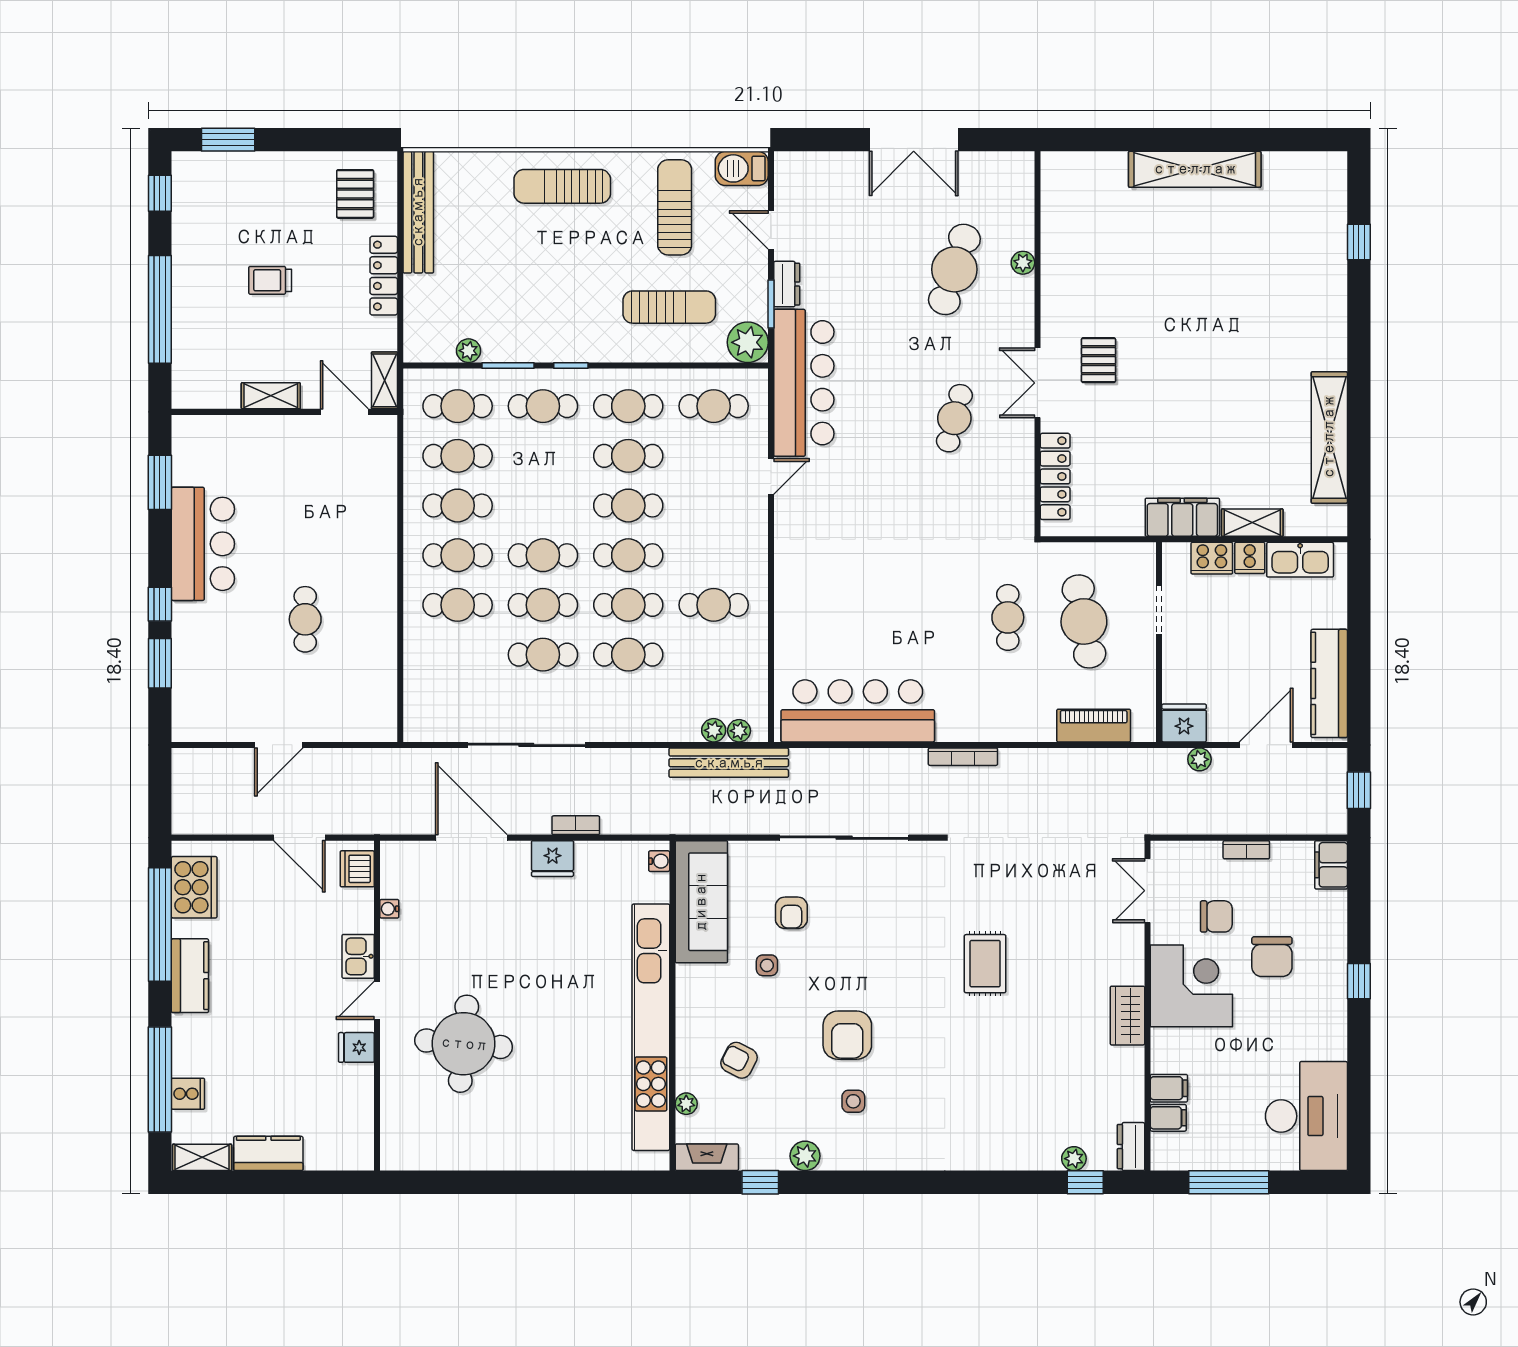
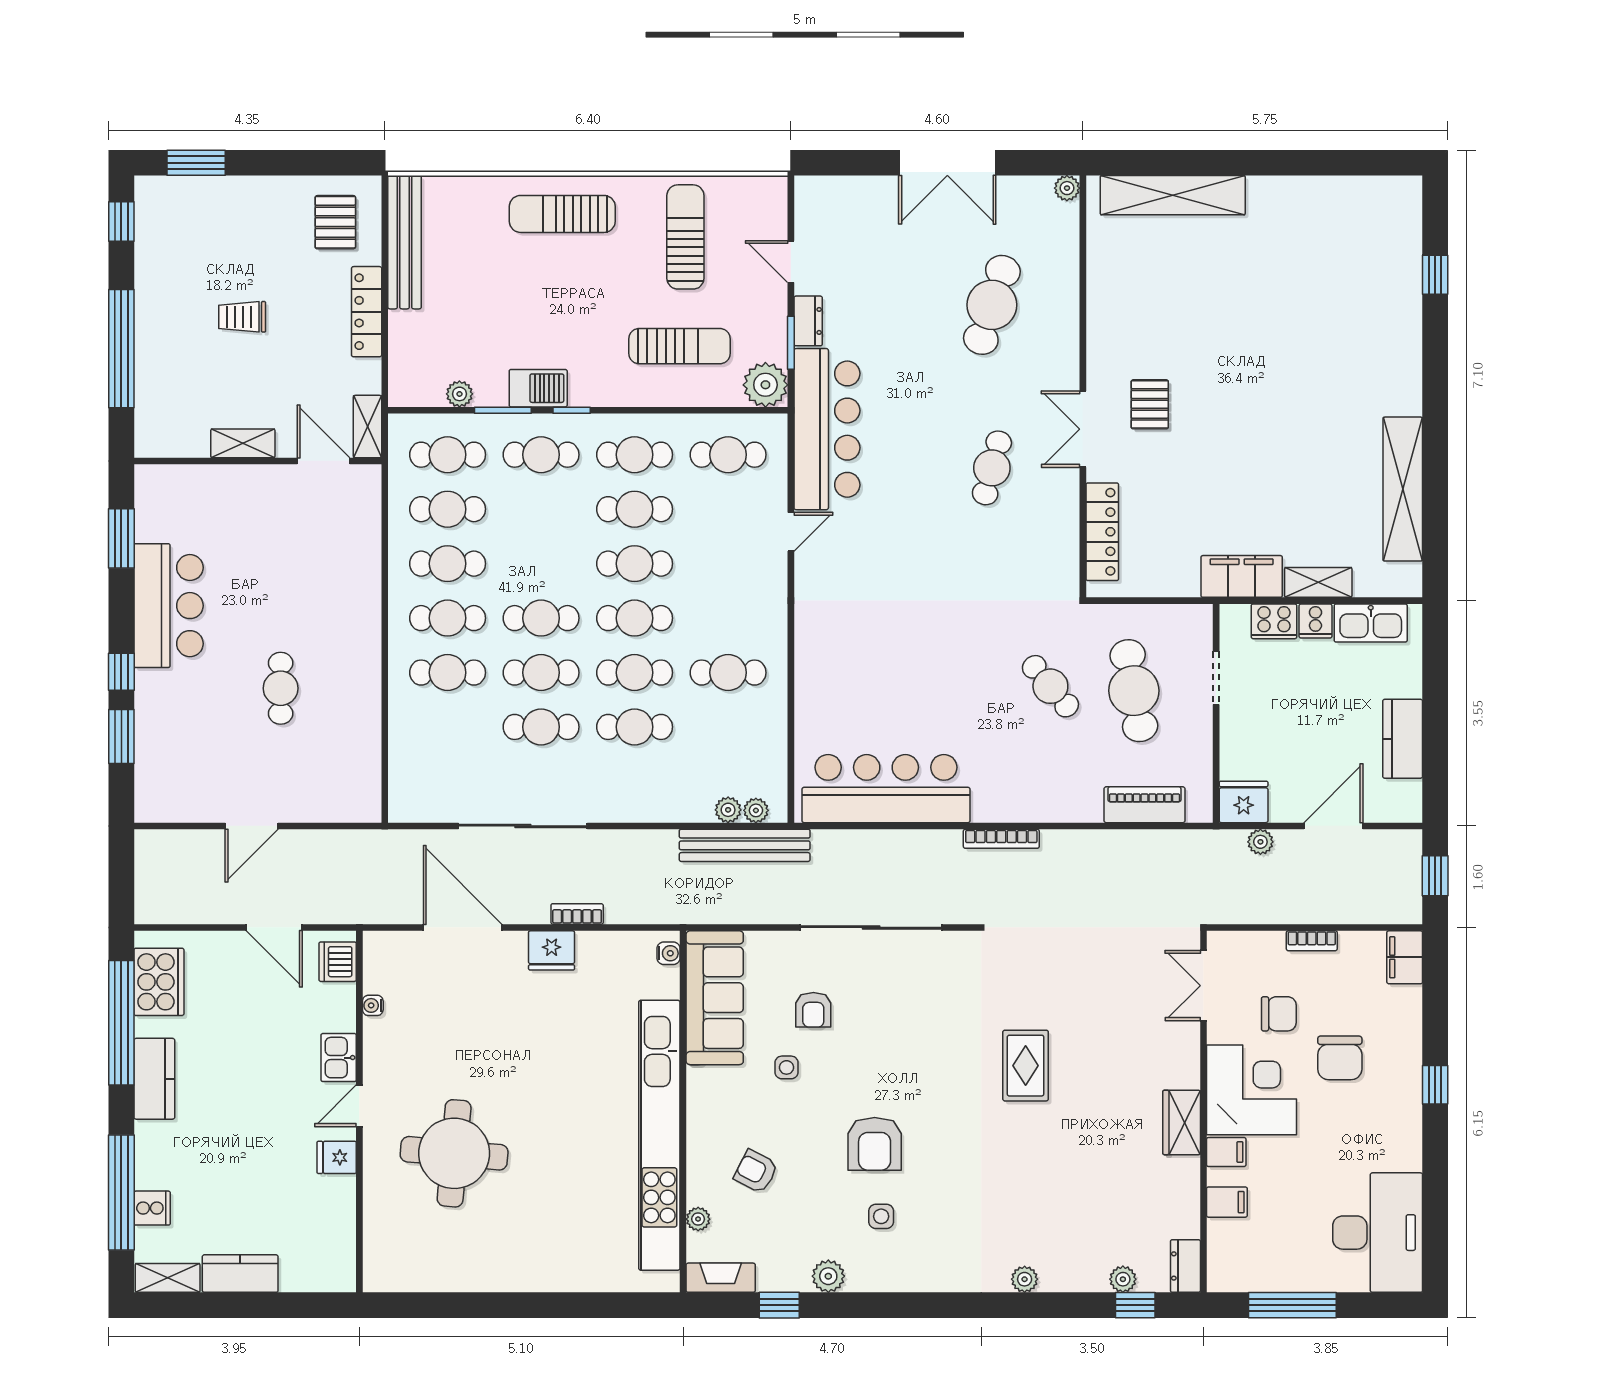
barbecue: (742, 168) -> (538, 388), moved, turned 180
shelving: (1195, 169) -> (1173, 195), moved
plant: (1023, 263) -> (1067, 188), moved
cafe table: (1008, 617) -> (1050, 686), turned -40
kitchen counter: (1329, 683) -> (1403, 739), width x0.67
filing cabinet: (1168, 1118) -> (1226, 1152), moved
plant: (984, 1159) -> (1025, 1279), added

